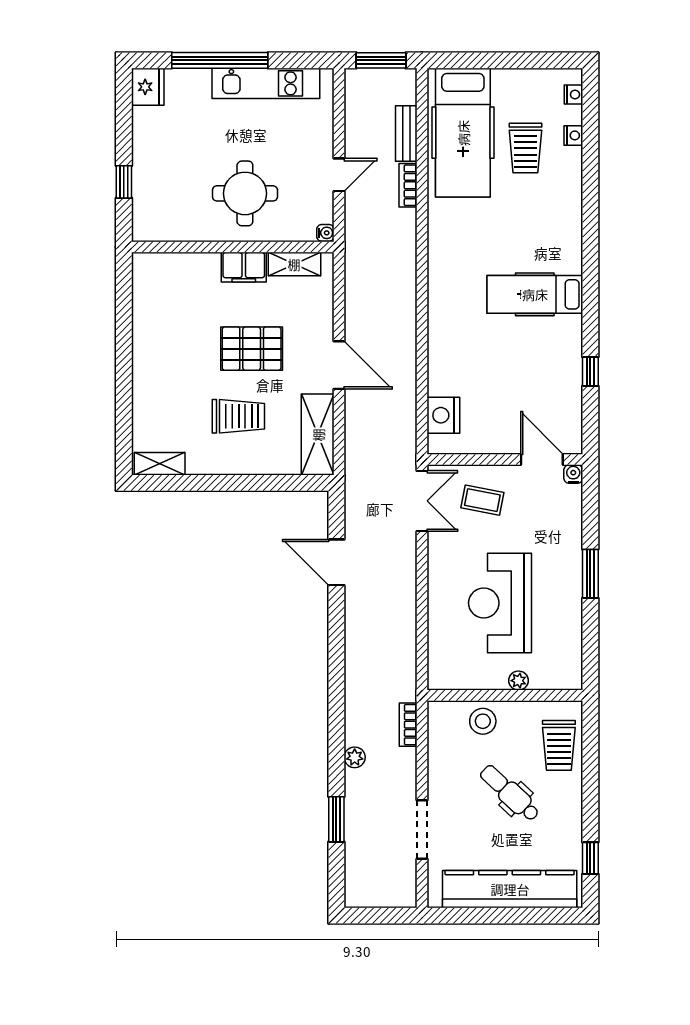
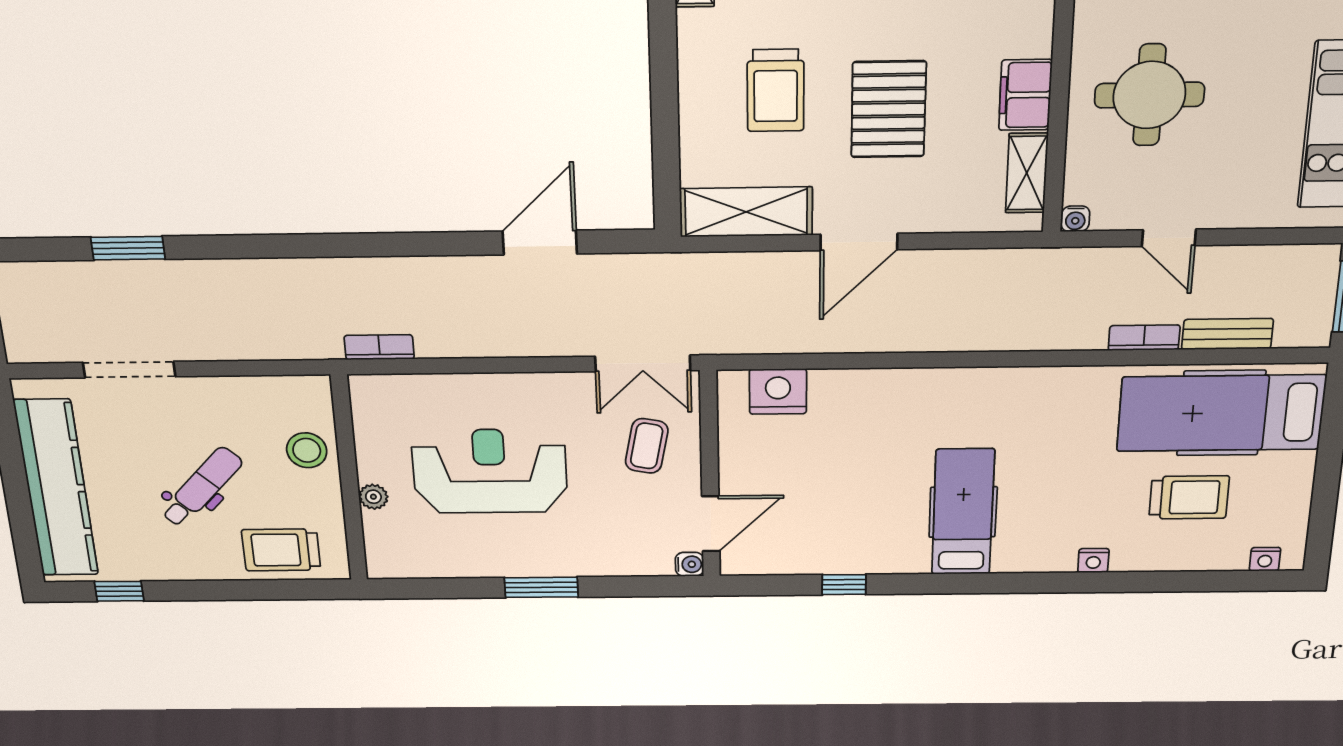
nightstand: (573, 135) -> (1093, 561), moved
trolley: (525, 148) -> (1189, 497), turned 180
bookcase: (408, 725) -> (379, 347), moved
plant: (355, 757) -> (230, 273), removed

